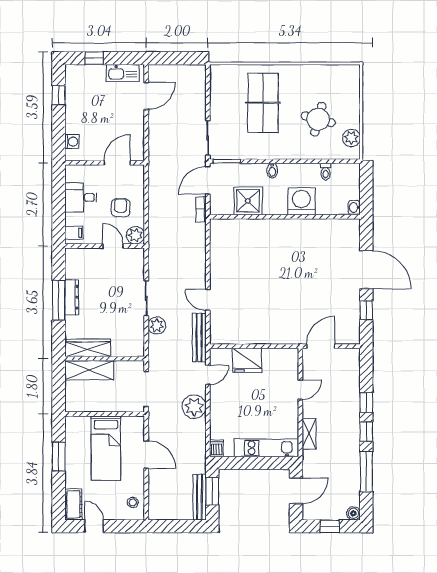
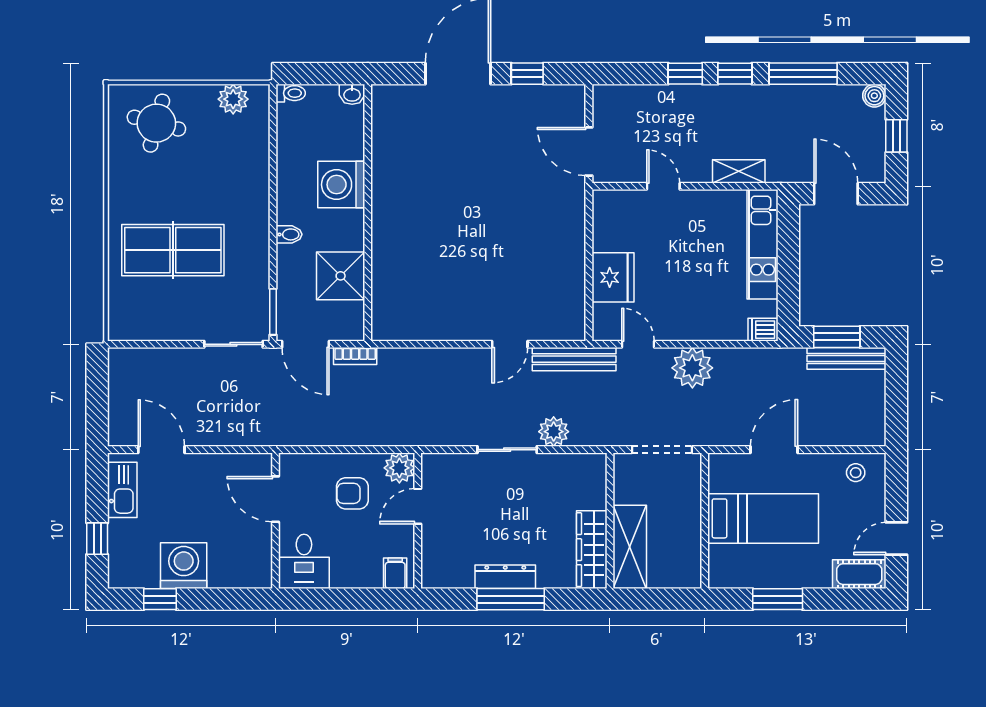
round table: (318, 119) -> (156, 123), moved
washing machine: (72, 142) -> (184, 566), moved, width x1.89, depth x1.89
toilet: (326, 172) -> (291, 93), moved
desk: (81, 197) -> (304, 561), moved

